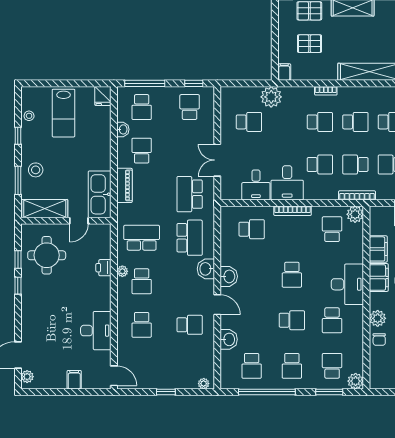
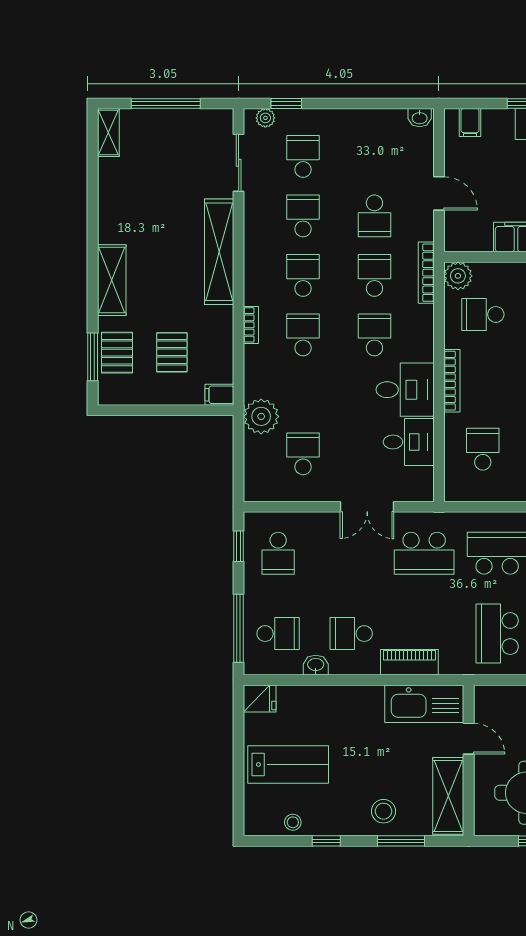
school desk: (190, 107) -> (278, 553), turned -90
school desk: (355, 164) -> (374, 275), turned 180

